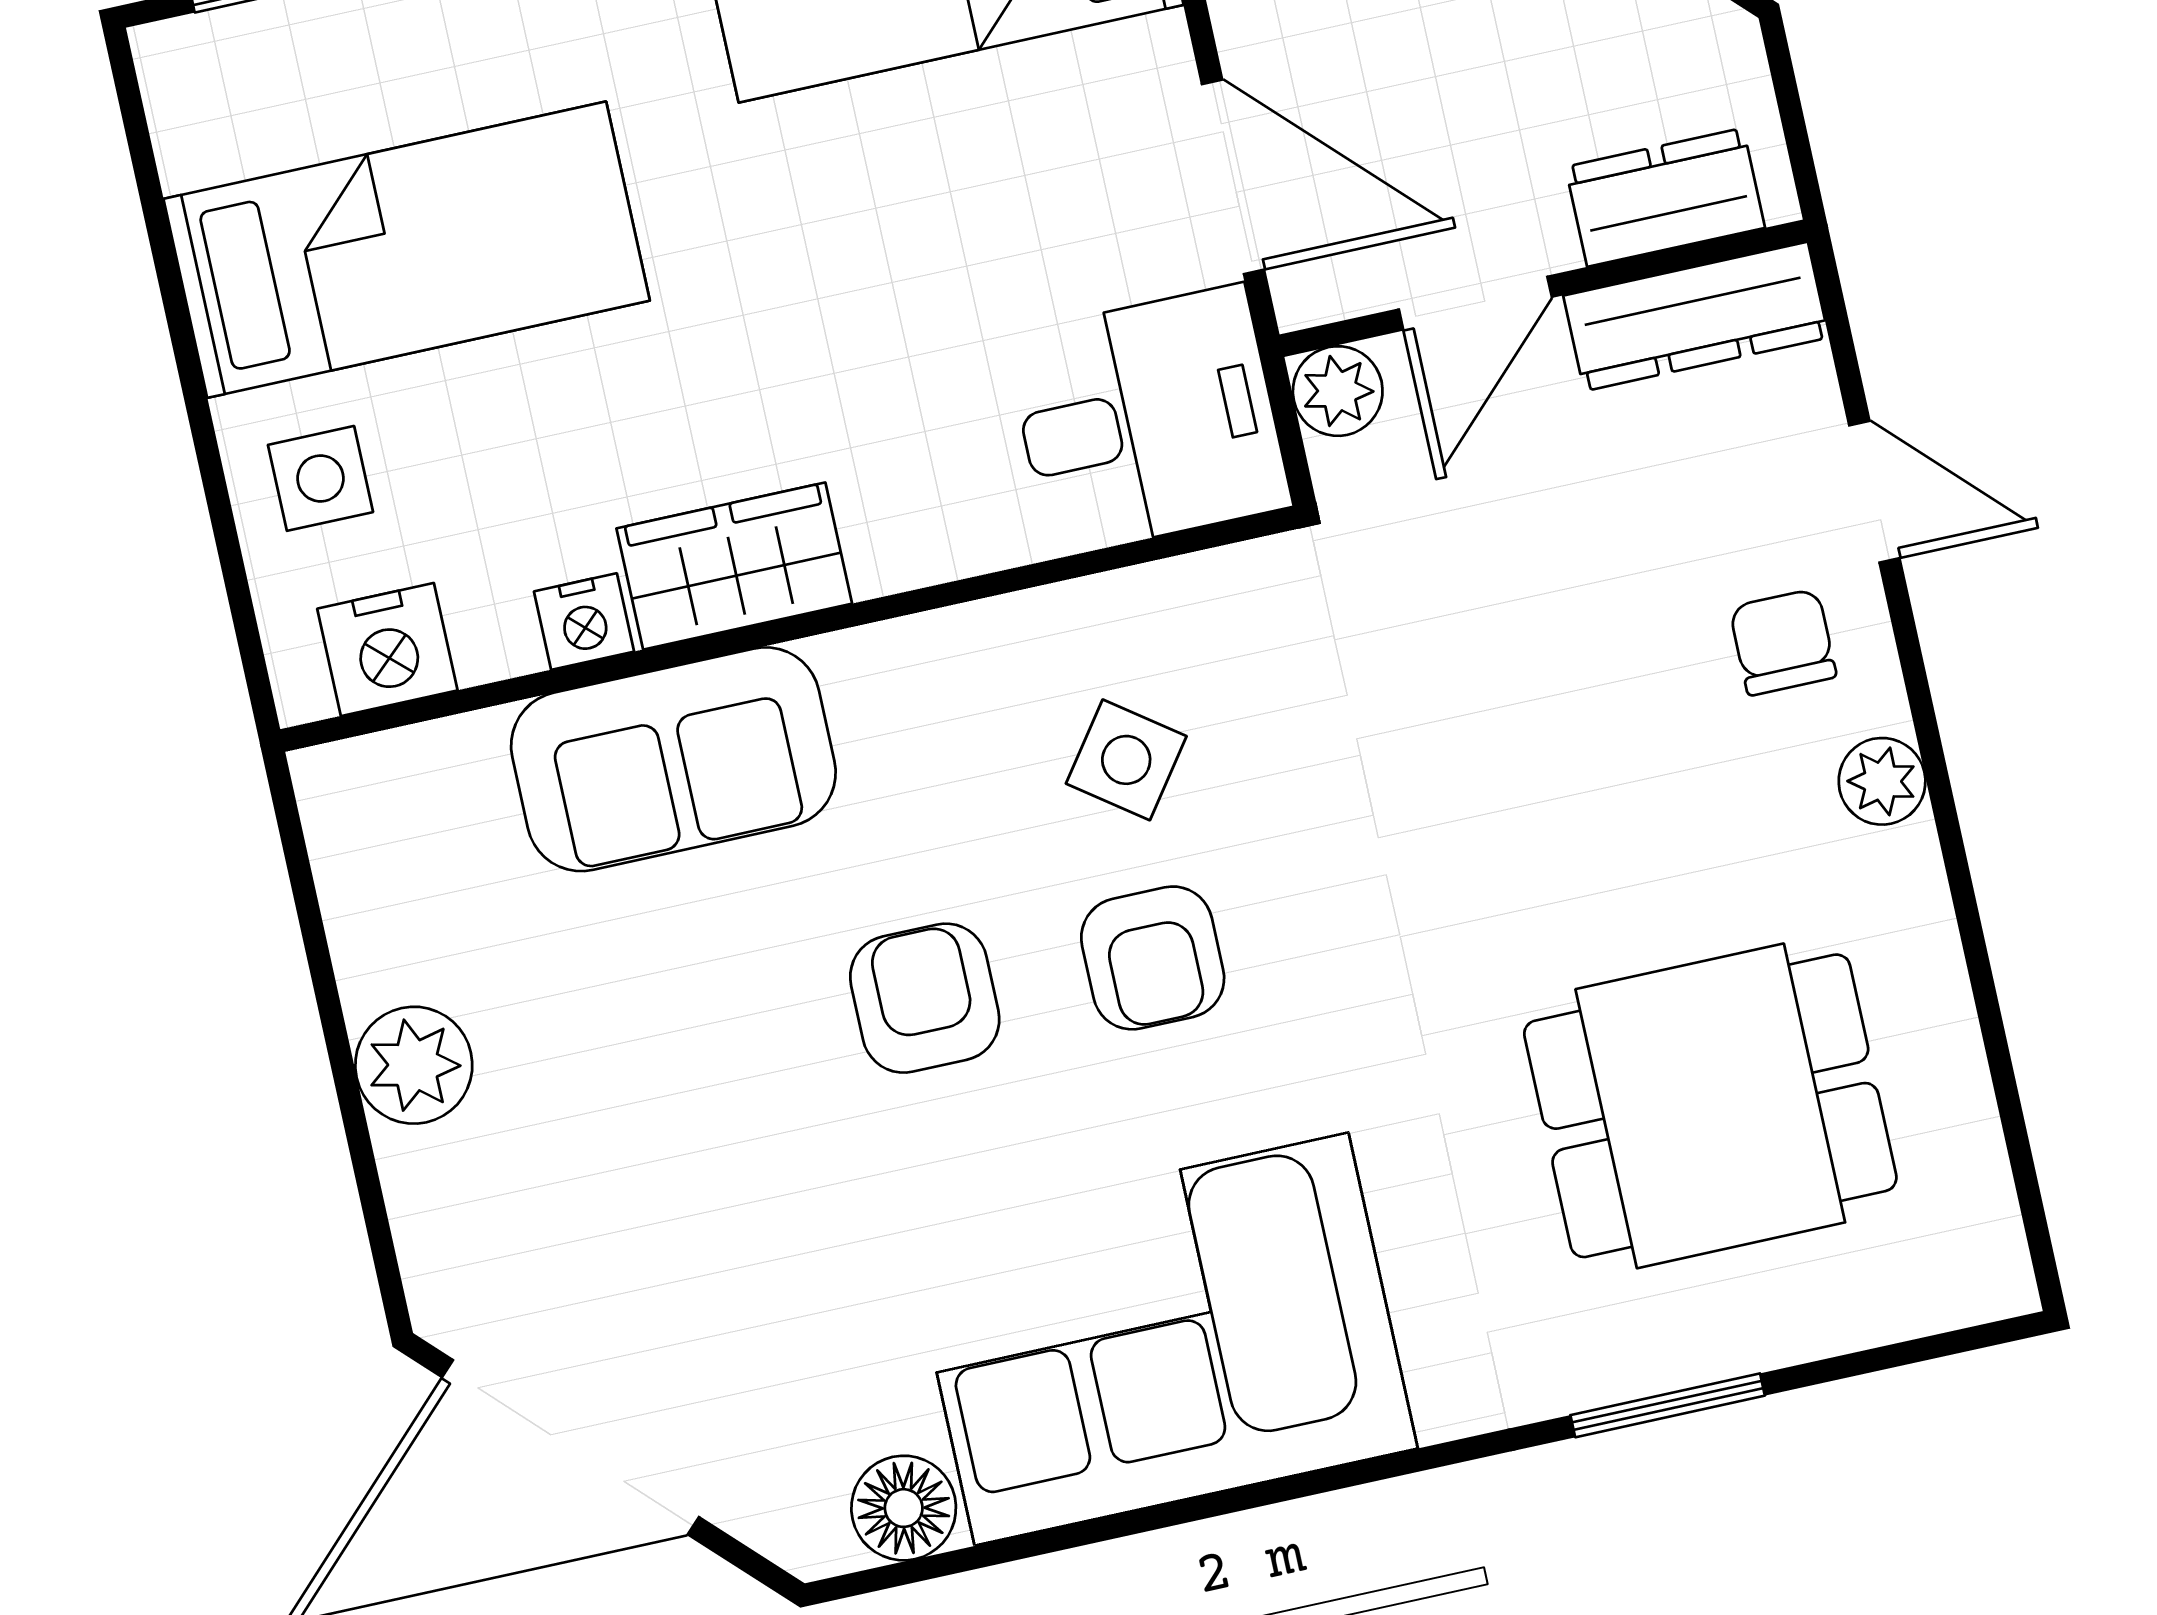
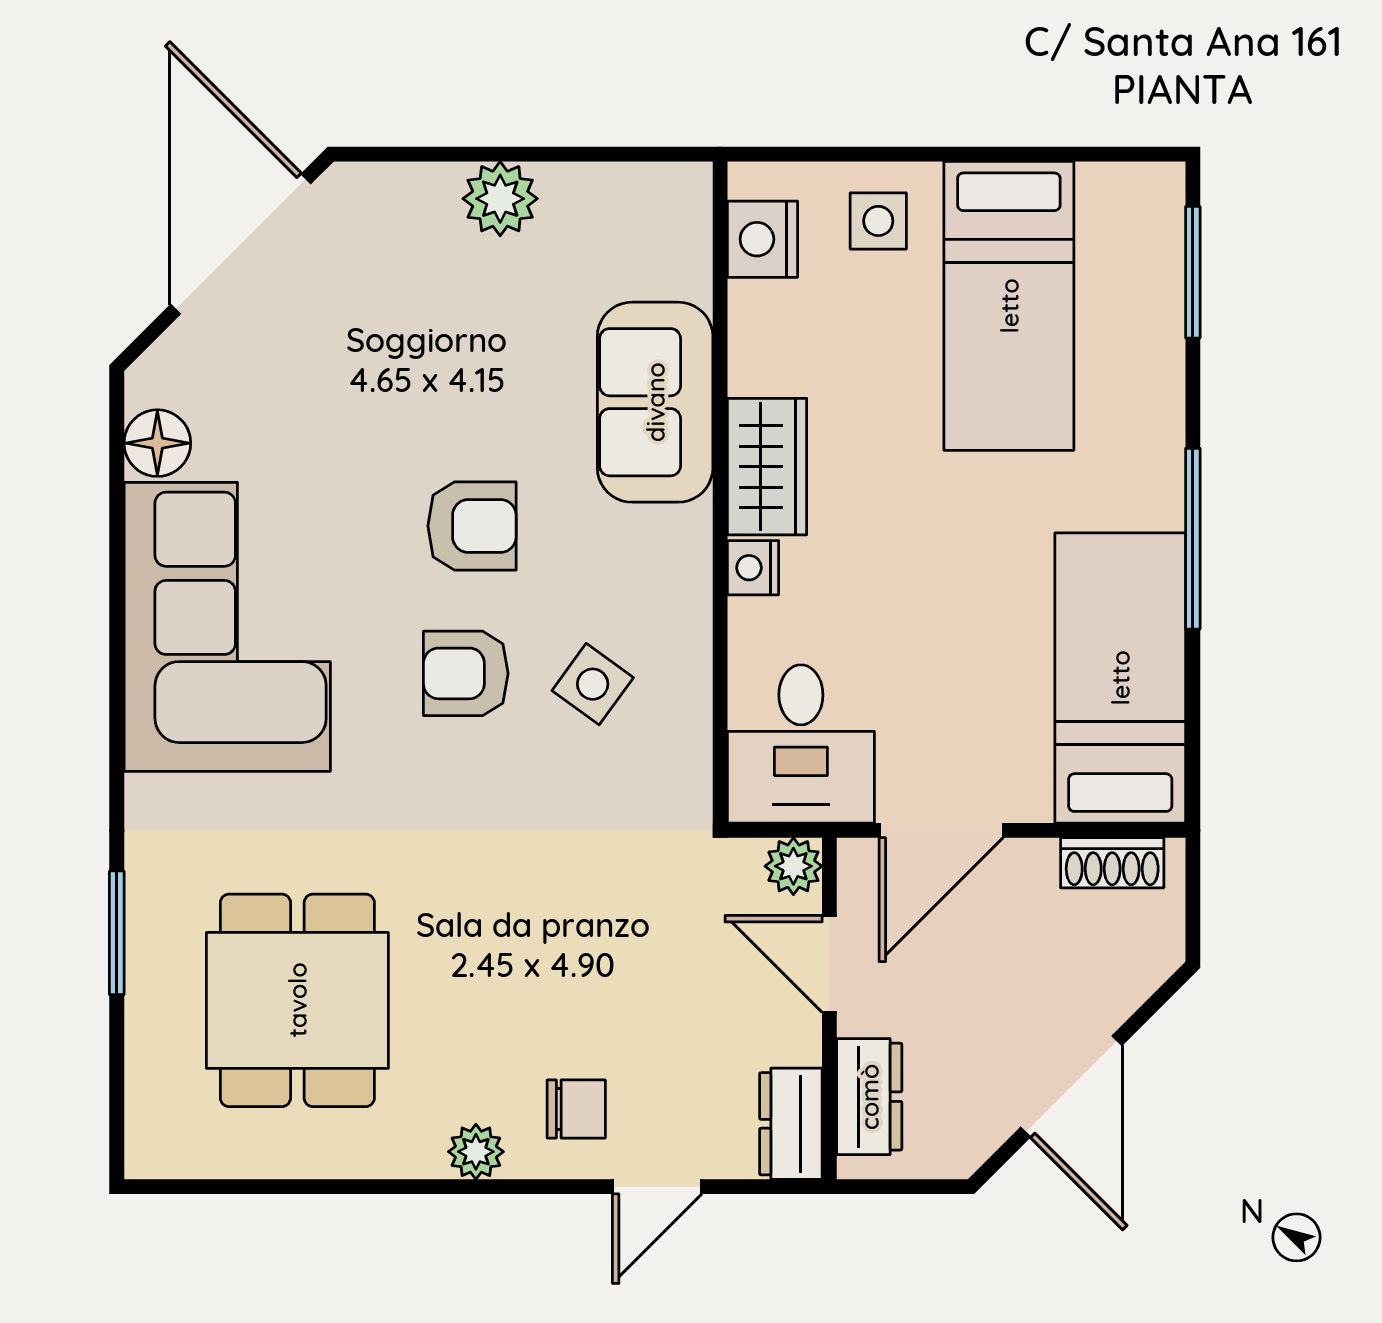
dresser: (1696, 317) -> (791, 1124), width x0.70
nightstand: (584, 622) -> (753, 568), moved

